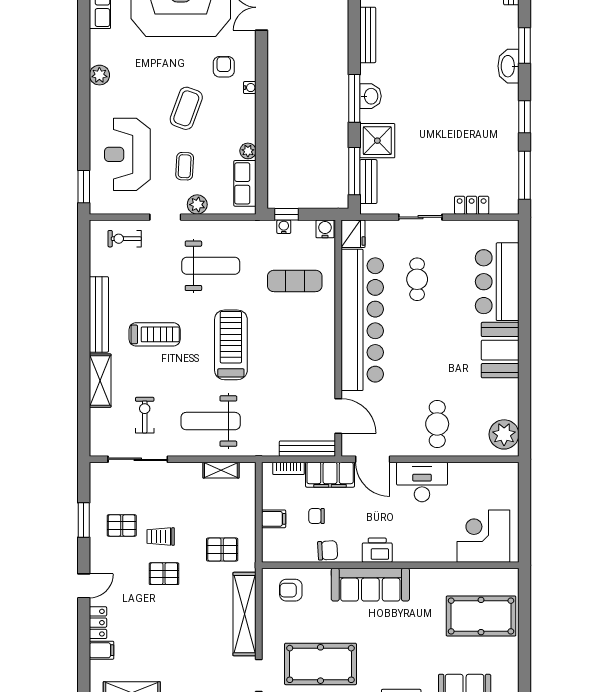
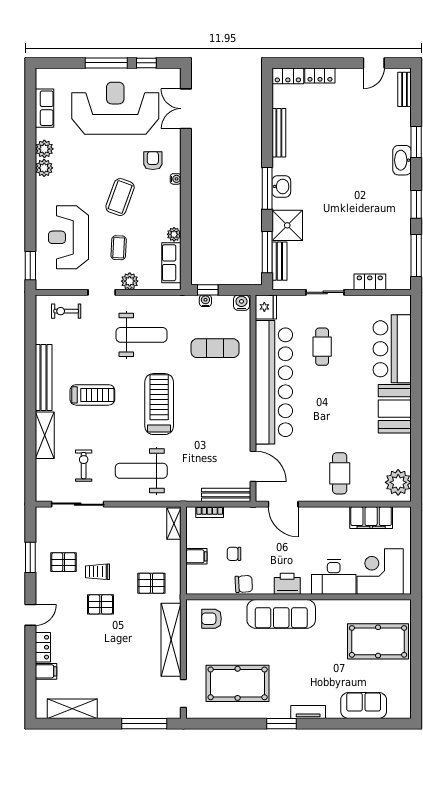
plant: (100, 53) -> (44, 149), added
shelving: (221, 470) -> (174, 524), moved, turned 90
filing cabinet: (330, 475) -> (371, 518), moved
desk: (422, 482) -> (334, 577), moved, turned 180

